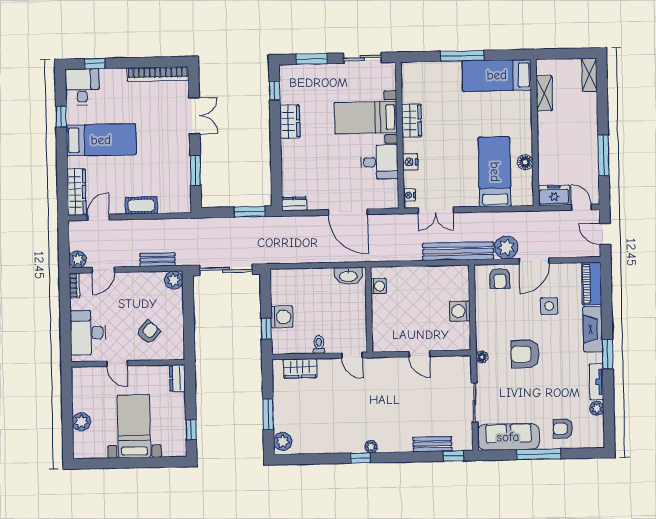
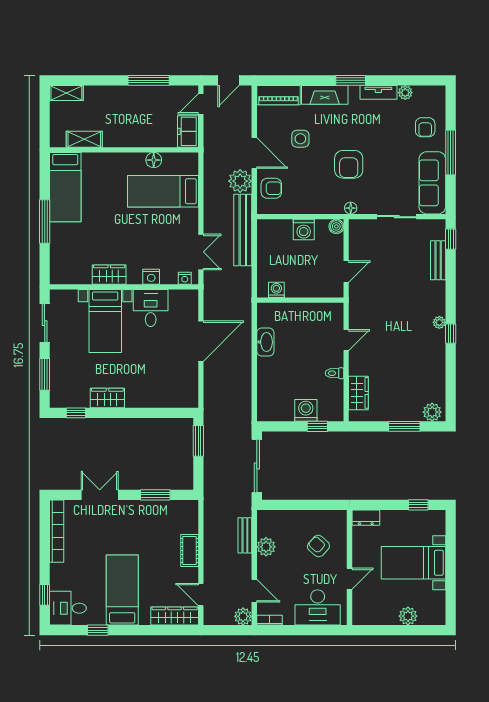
dresser: (294, 204) -> (191, 395), removed
plant: (174, 280) -> (266, 547), moved
washing machine: (378, 286) -> (276, 290), moved
wall: (369, 310) -> (300, 300), moved
boiler: (464, 343) -> (336, 226), added

